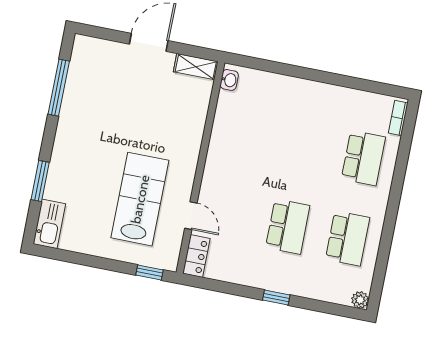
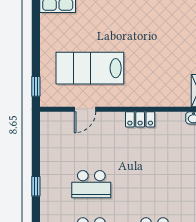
lab bench: (140, 199) -> (90, 68), turned 180
locker: (196, 256) -> (140, 119), moved

